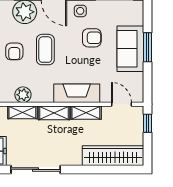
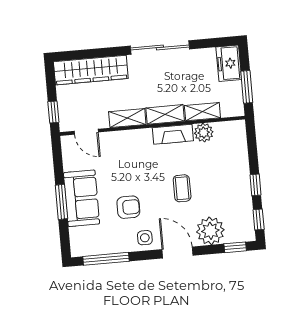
armchair: (92, 38) -> (128, 207), turned 180
coffee table: (45, 50) -> (182, 188), width x0.73, depth x0.77
armchair: (14, 51) -> (218, 183), removed
fireplace: (77, 93) -> (173, 134), moved, width x0.73, depth x0.76
sliding door: (36, 169) -> (160, 47), moved

